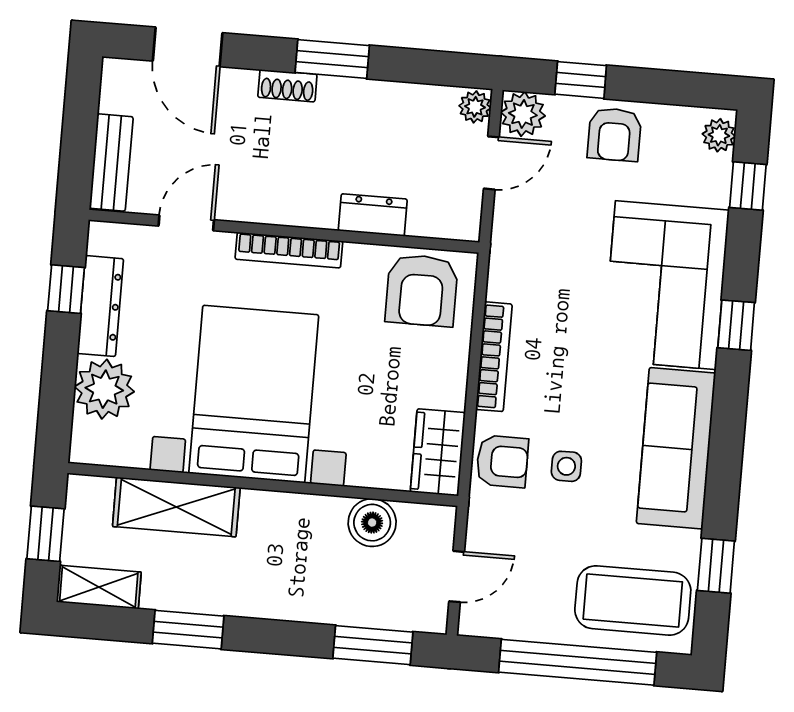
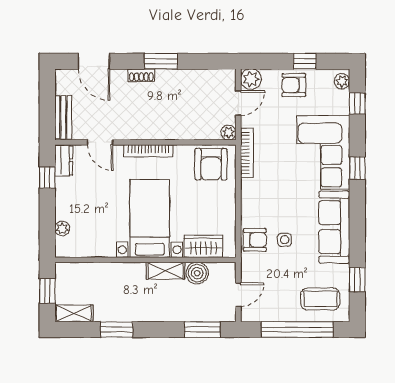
window: (581, 80) -> (305, 61), moved
plant: (475, 107) -> (229, 133), moved
armchair: (614, 135) -> (294, 85), turned 90
dresser: (373, 215) -> (186, 131), removed
door: (186, 223) -> (100, 142), swing flipped
dresser: (100, 306) -> (64, 160), moved, width x0.70
bookcase: (494, 357) -> (247, 153), moved
plant: (104, 389) -> (62, 229), width x0.53, depth x0.53
bed with nightstands: (254, 394) -> (150, 219), width x0.73
wardrobe: (438, 452) -> (203, 246), moved, turned 90
shelving: (176, 507) -> (166, 271), moved, width x0.67, depth x0.75
coffee table: (633, 600) -> (320, 299), width x0.73, depth x0.76

